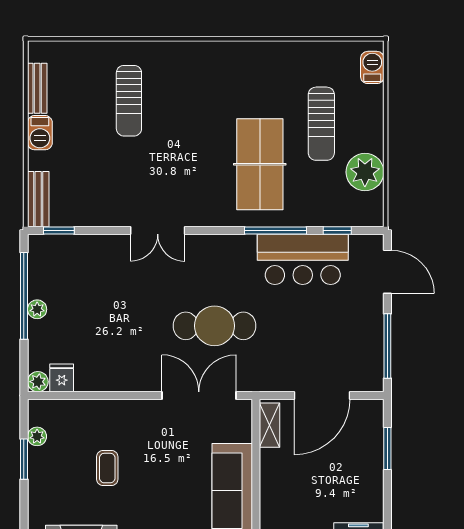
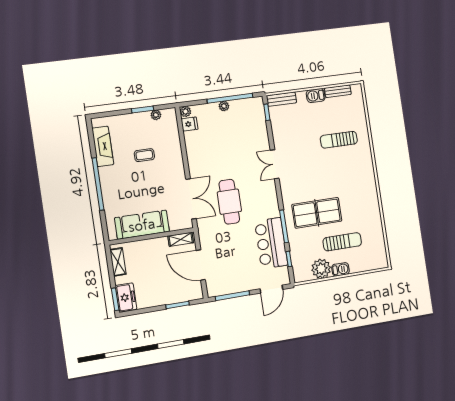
barbecue: (372, 67) -> (340, 269), moved
sun lounger: (321, 124) -> (342, 242), turned 180

